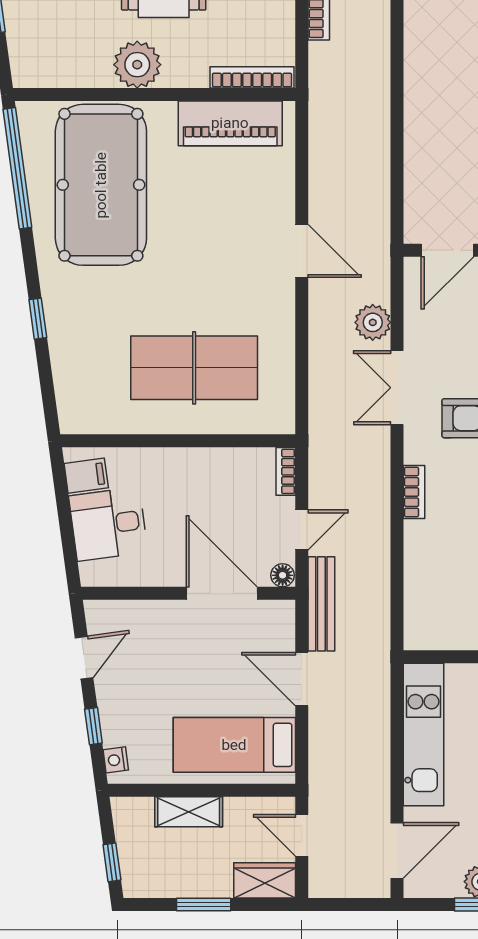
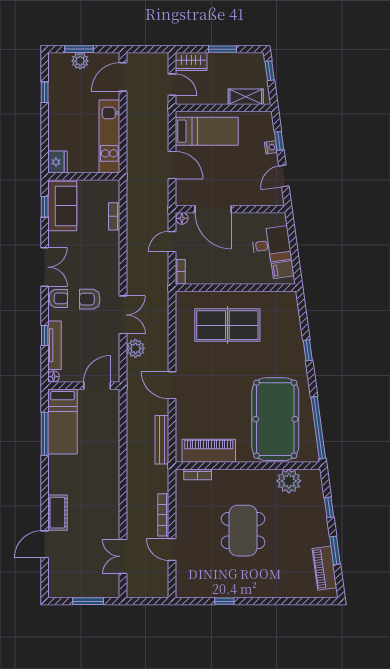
plant: (137, 65) -> (289, 481), moved
bookcase: (252, 77) -> (198, 474), width x0.64
bookcase: (414, 492) -> (114, 216), moved
bench: (321, 604) -> (162, 440), moved
nightstand: (116, 760) -> (271, 147), moved
shelving: (189, 812) -> (246, 97), moved

